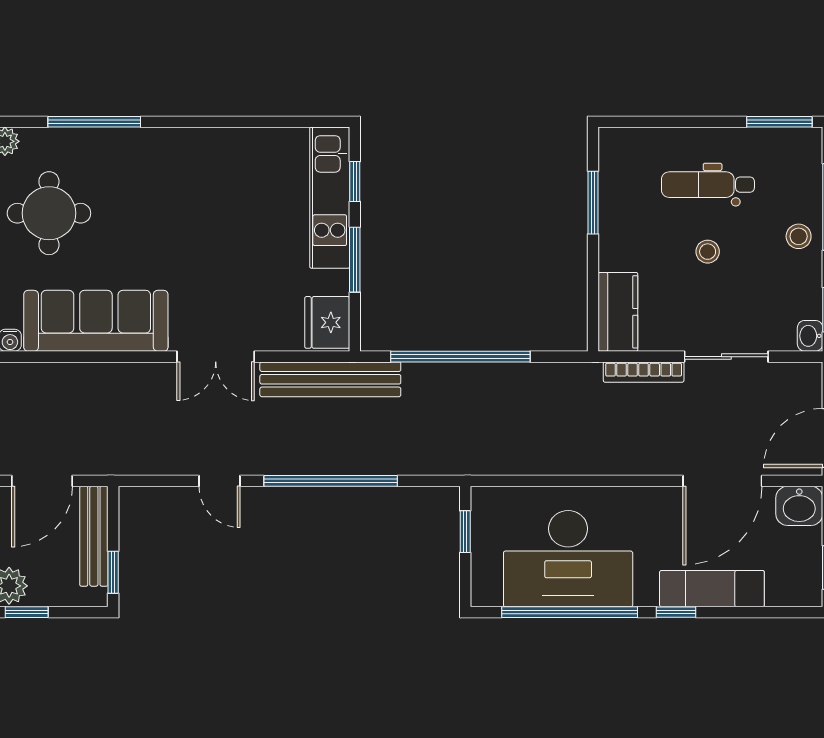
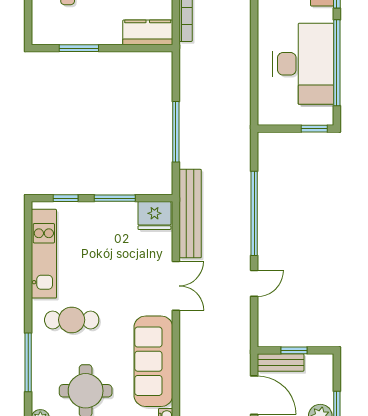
cafe table: (161, 191) -> (72, 320), added
kitchen unit: (330, 198) -> (44, 254), moved, turned -90
window: (460, 357) -> (176, 132), width x0.68
window: (465, 532) -> (314, 129), moved
bench: (94, 536) -> (281, 363), width x0.73
window: (113, 572) -> (294, 350), moved

